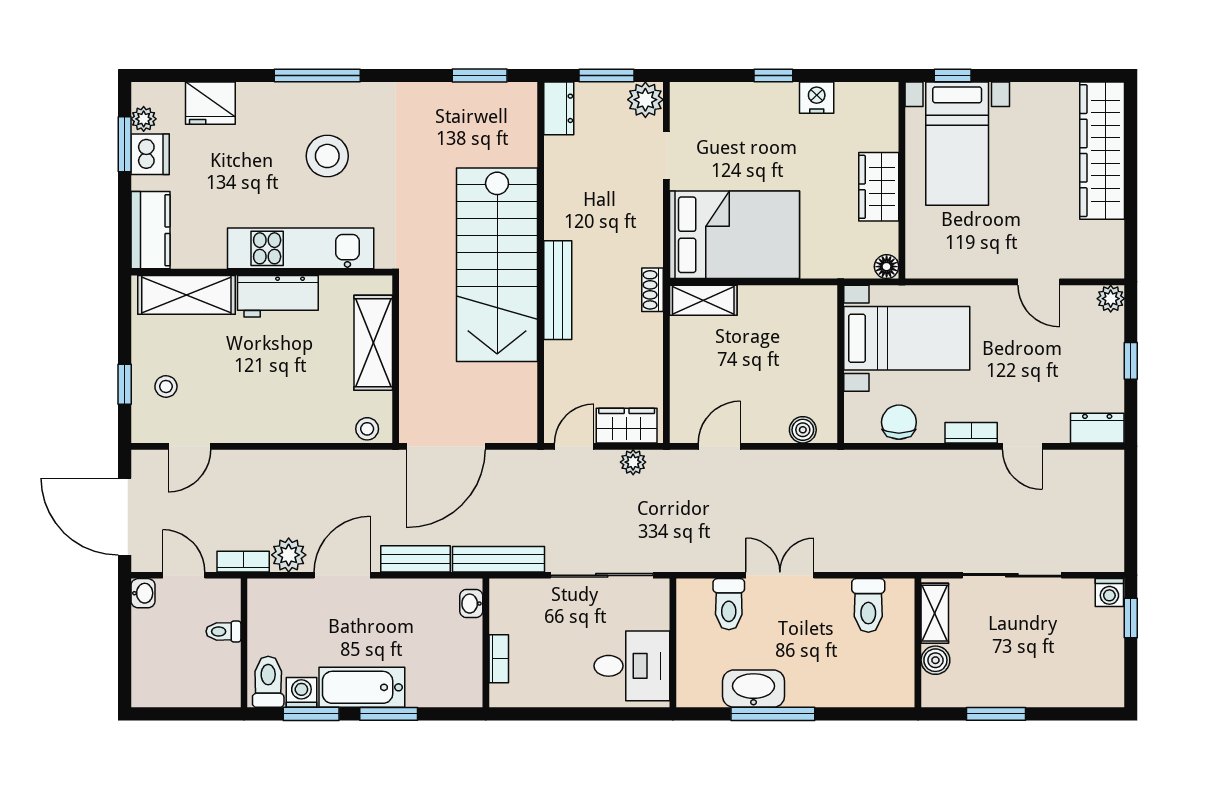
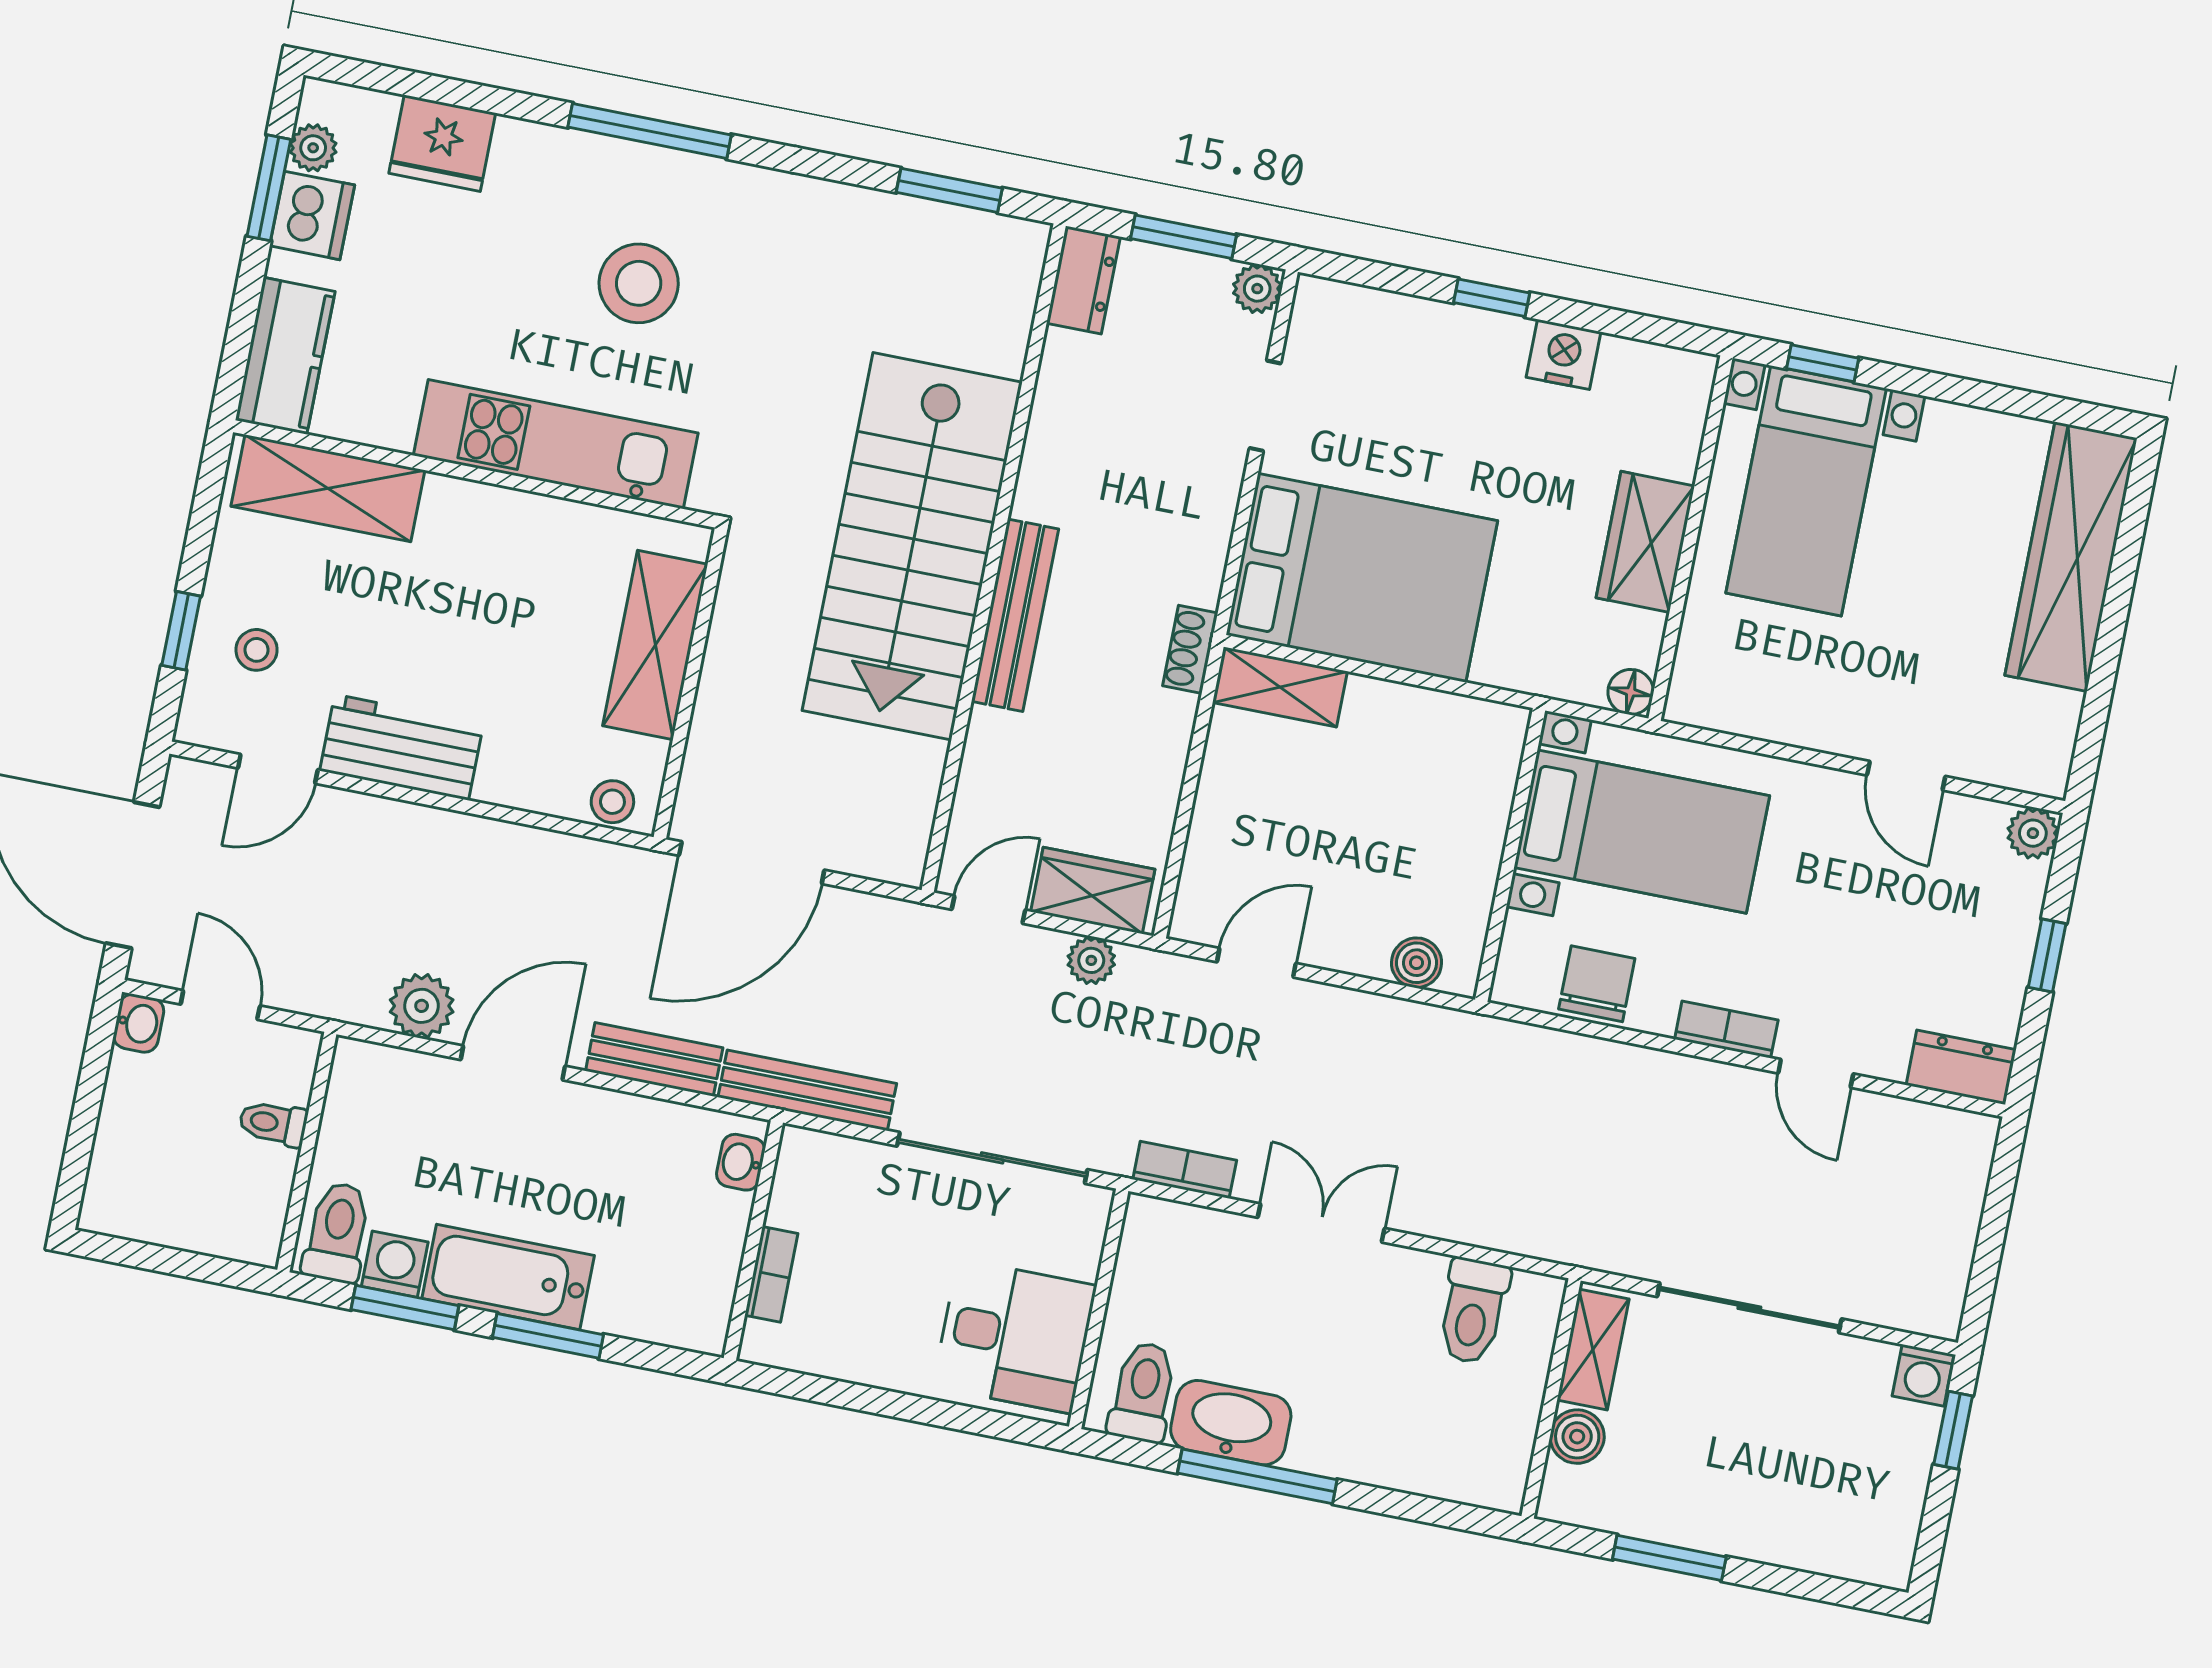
plant: (645, 100) -> (1257, 289), width x0.73, depth x0.73
workbench: (278, 296) -> (402, 747), moved, turned 180
bookcase: (243, 562) -> (1185, 1170), moved
toilet: (729, 604) -> (1143, 1392), moved, turned 180

